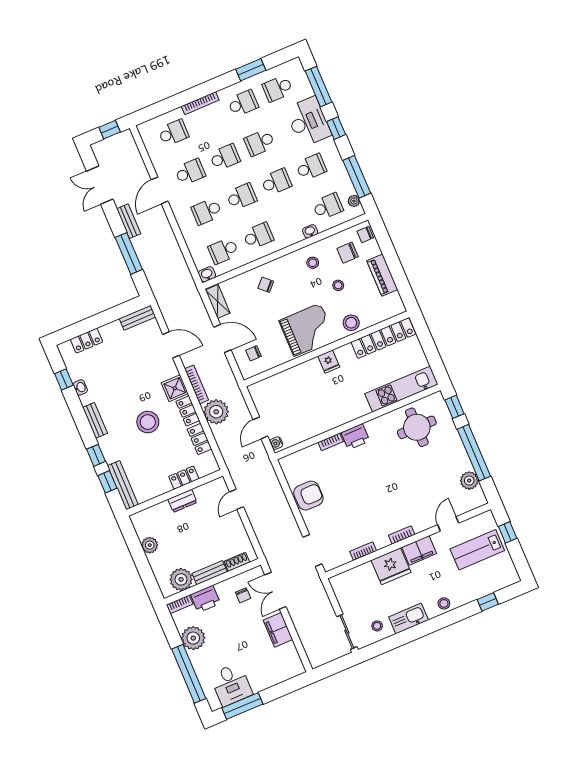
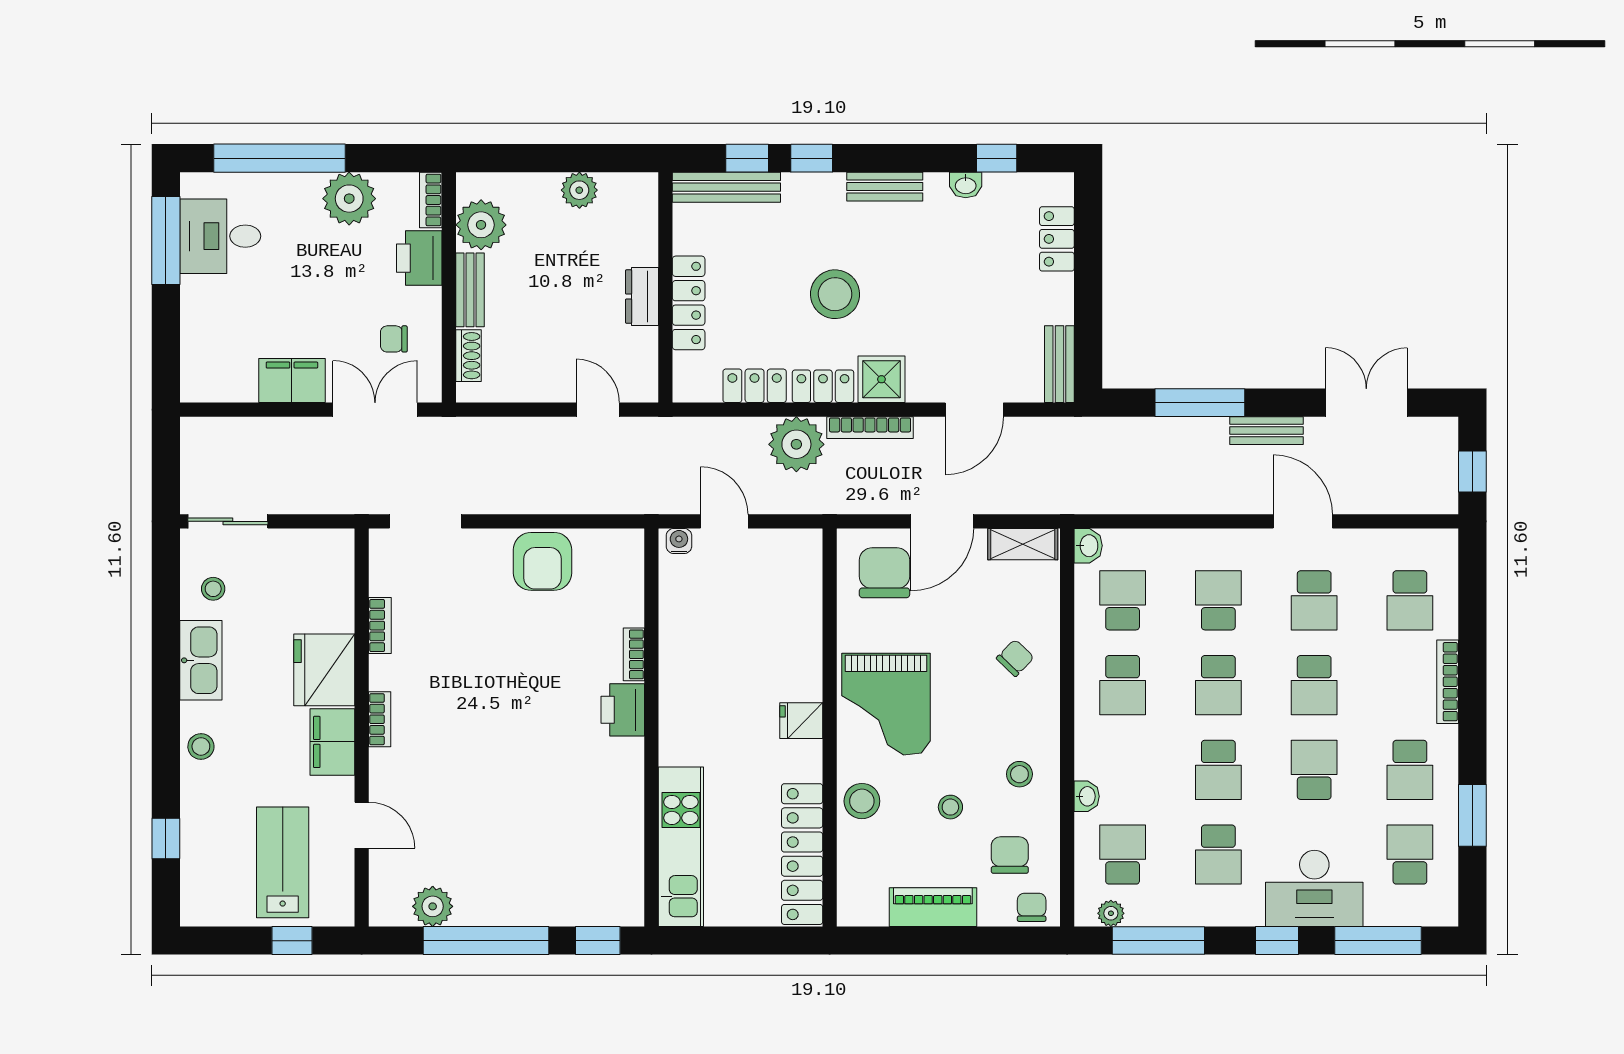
school desk: (328, 206) -> (1123, 855), turned 180
chair: (254, 353) -> (884, 573), width x1.87, depth x1.87
round table: (417, 427) -> (588, 845), removed
locker: (184, 478) -> (689, 303), width x1.53

